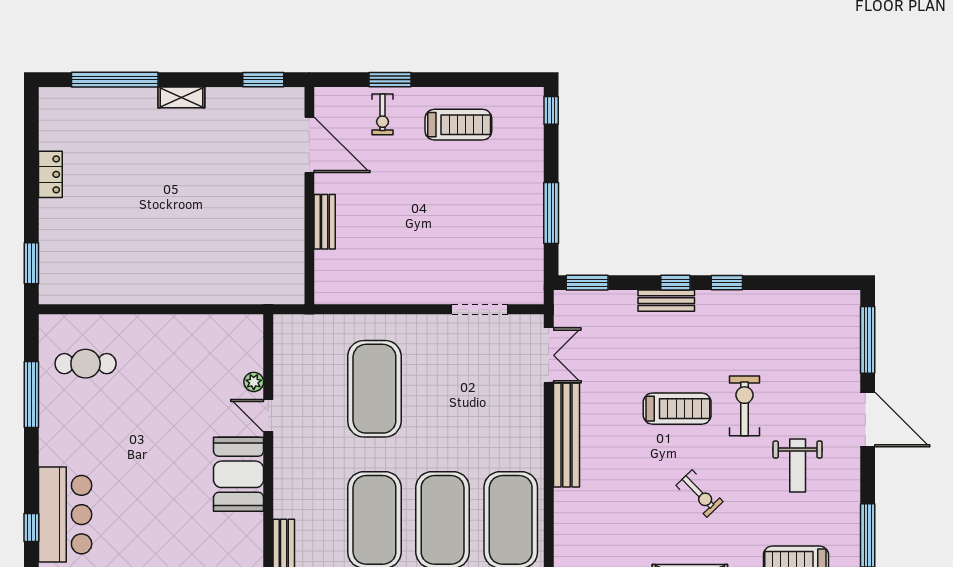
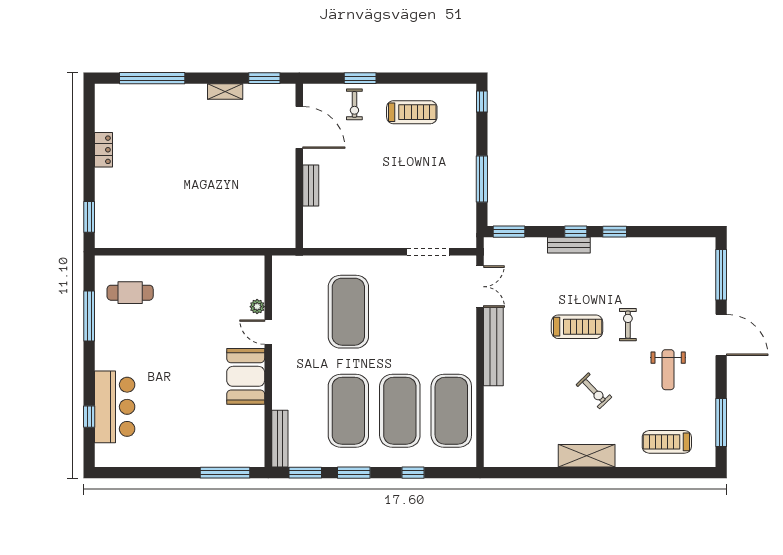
shelving: (181, 97) -> (225, 92), moved
exercise bike: (745, 406) -> (628, 325), width x0.73, depth x0.72

